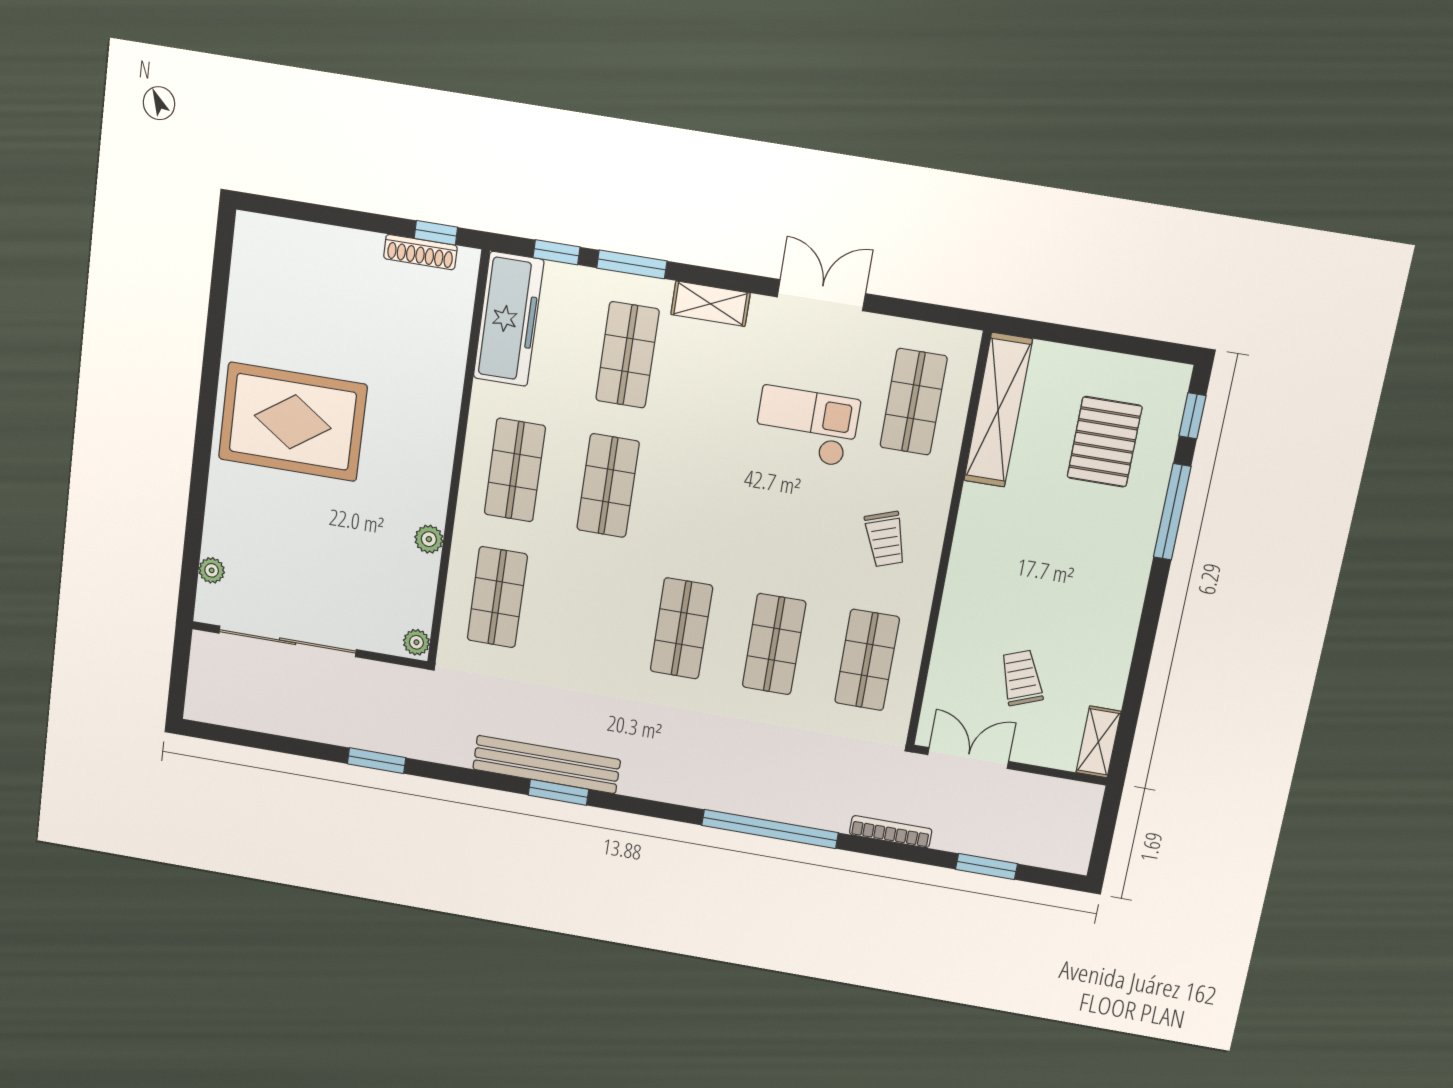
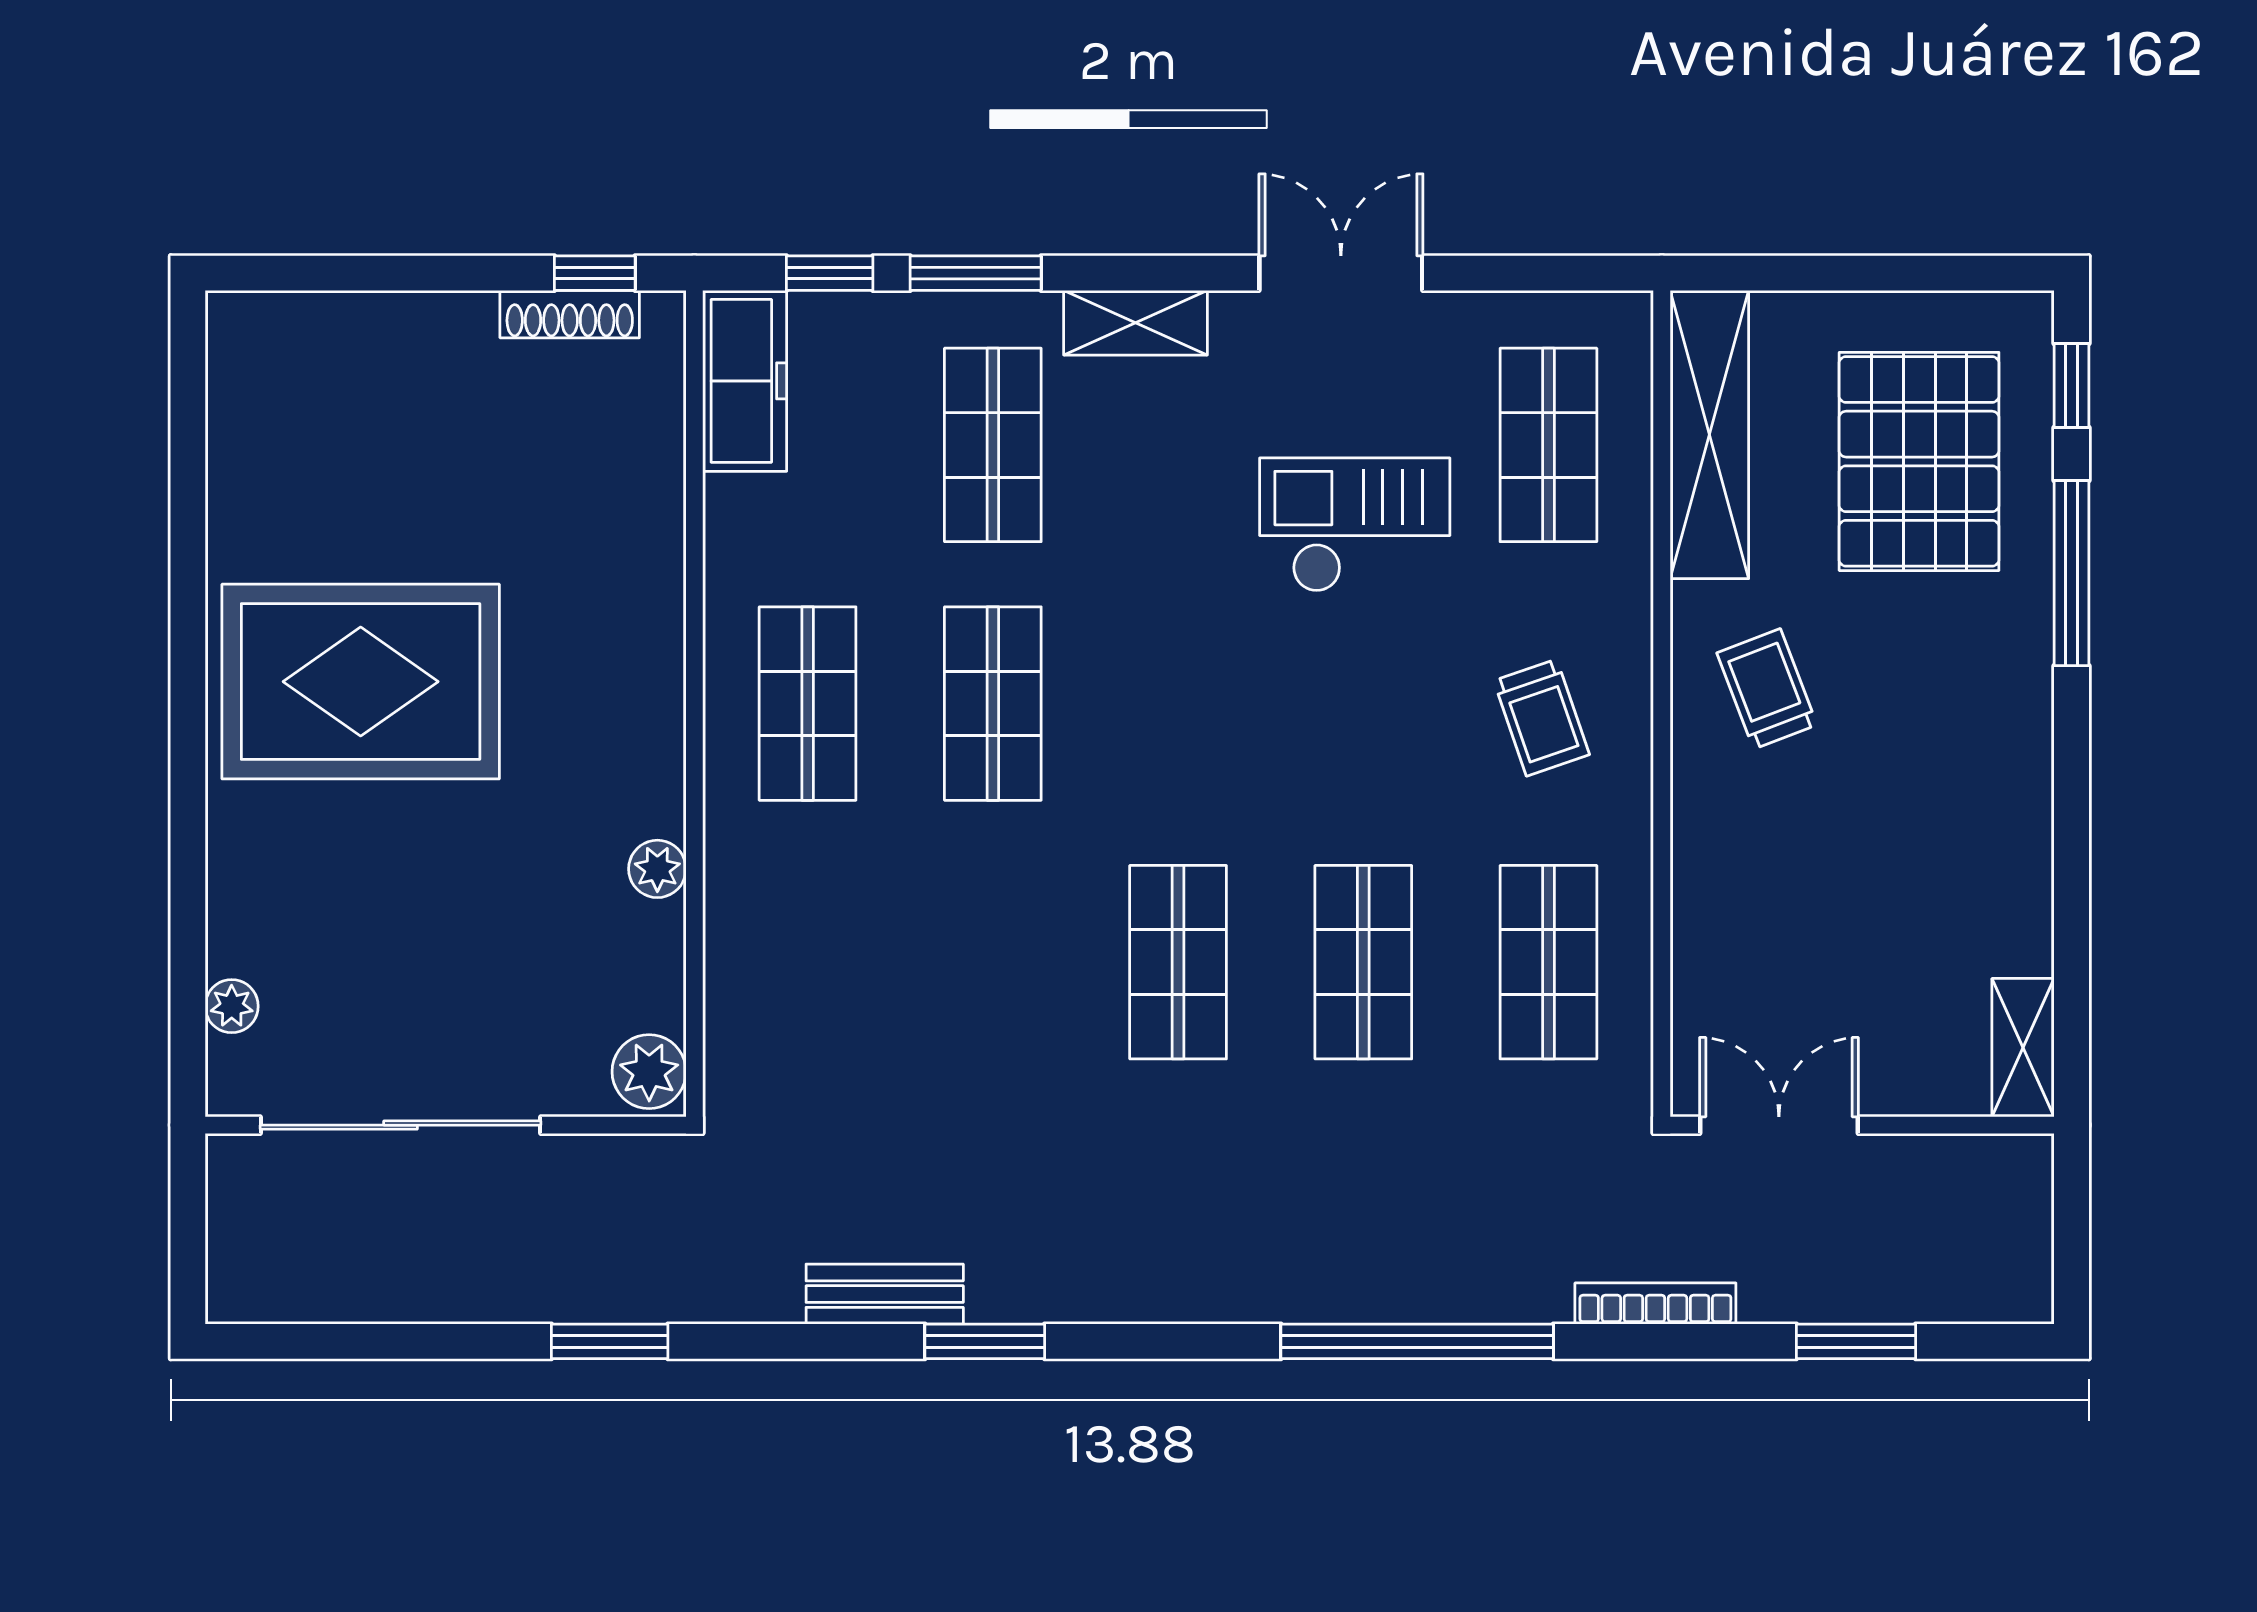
freezer: (509, 319) -> (745, 381), width x0.73, depth x0.79
pallet: (1105, 442) -> (1919, 461), width x1.37, depth x1.41
shop shelf: (497, 597) -> (808, 962), removed
plant: (416, 642) -> (649, 1072), width x1.38, depth x1.38
trolley: (1021, 678) -> (1767, 689), moved
bench: (546, 764) -> (885, 1294), width x0.54, depth x0.82

